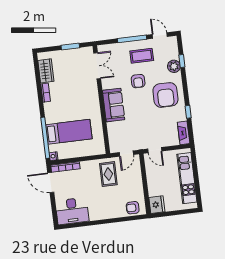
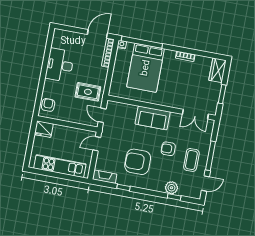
wardrobe: (46, 71) -> (218, 70), moved, turned 90
armchair: (165, 95) -> (138, 162), moved
bed: (69, 132) -> (146, 68), width x1.50
desk: (72, 211) -> (60, 65), moved

